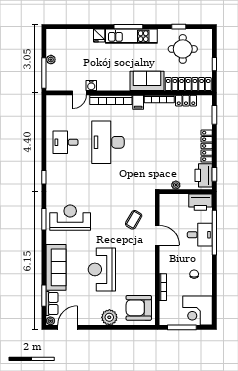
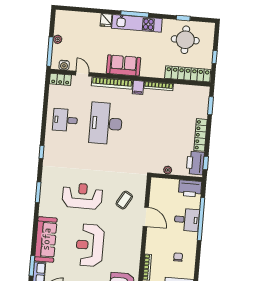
sofa: (147, 81) -> (123, 65), moved
water cooler: (91, 86) -> (64, 65), moved
door: (79, 93) -> (82, 74), swing flipped
locker: (186, 101) -> (60, 79), moved
reception desk: (70, 218) -> (82, 196), moved

